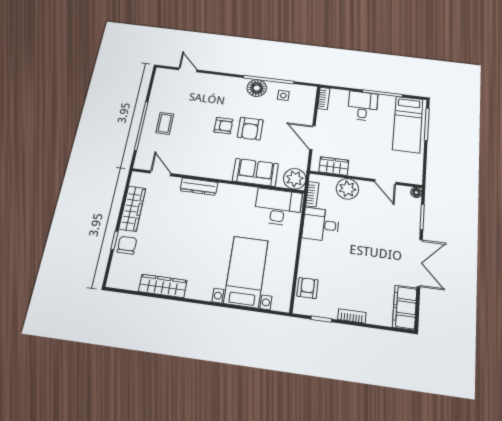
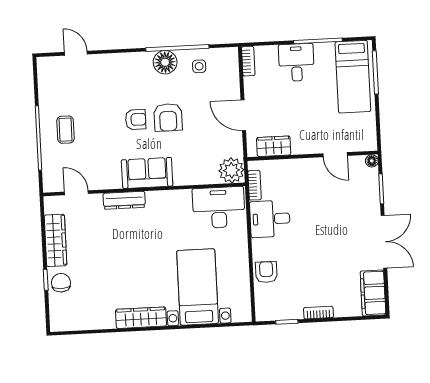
sofa: (255, 172) -> (147, 173), moved
plant: (347, 189) -> (293, 171), removed
wardrobe: (163, 286) -> (141, 318), moved
armchair: (307, 288) -> (266, 272), moved

